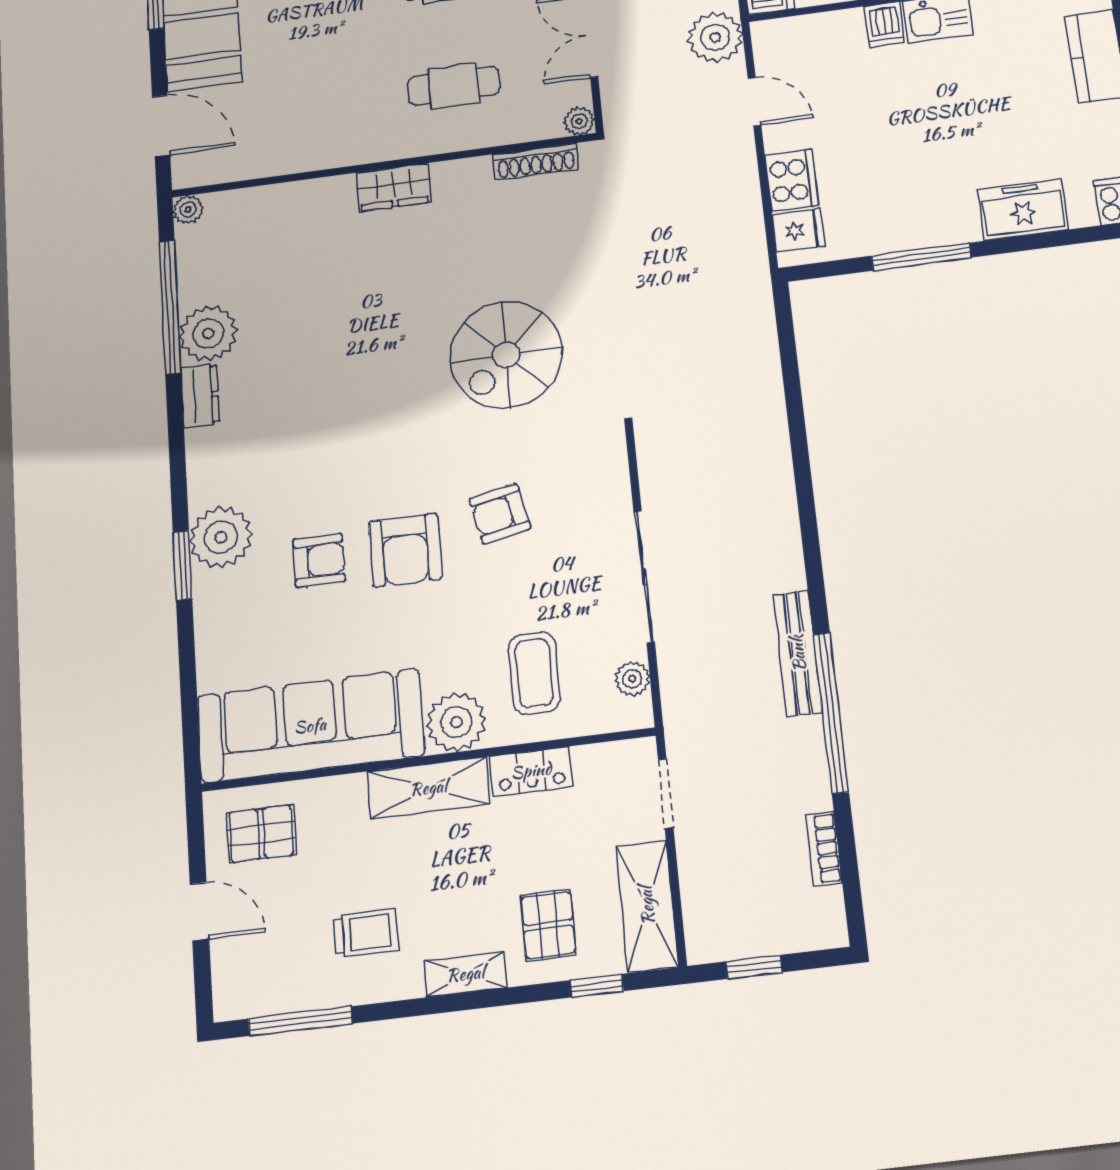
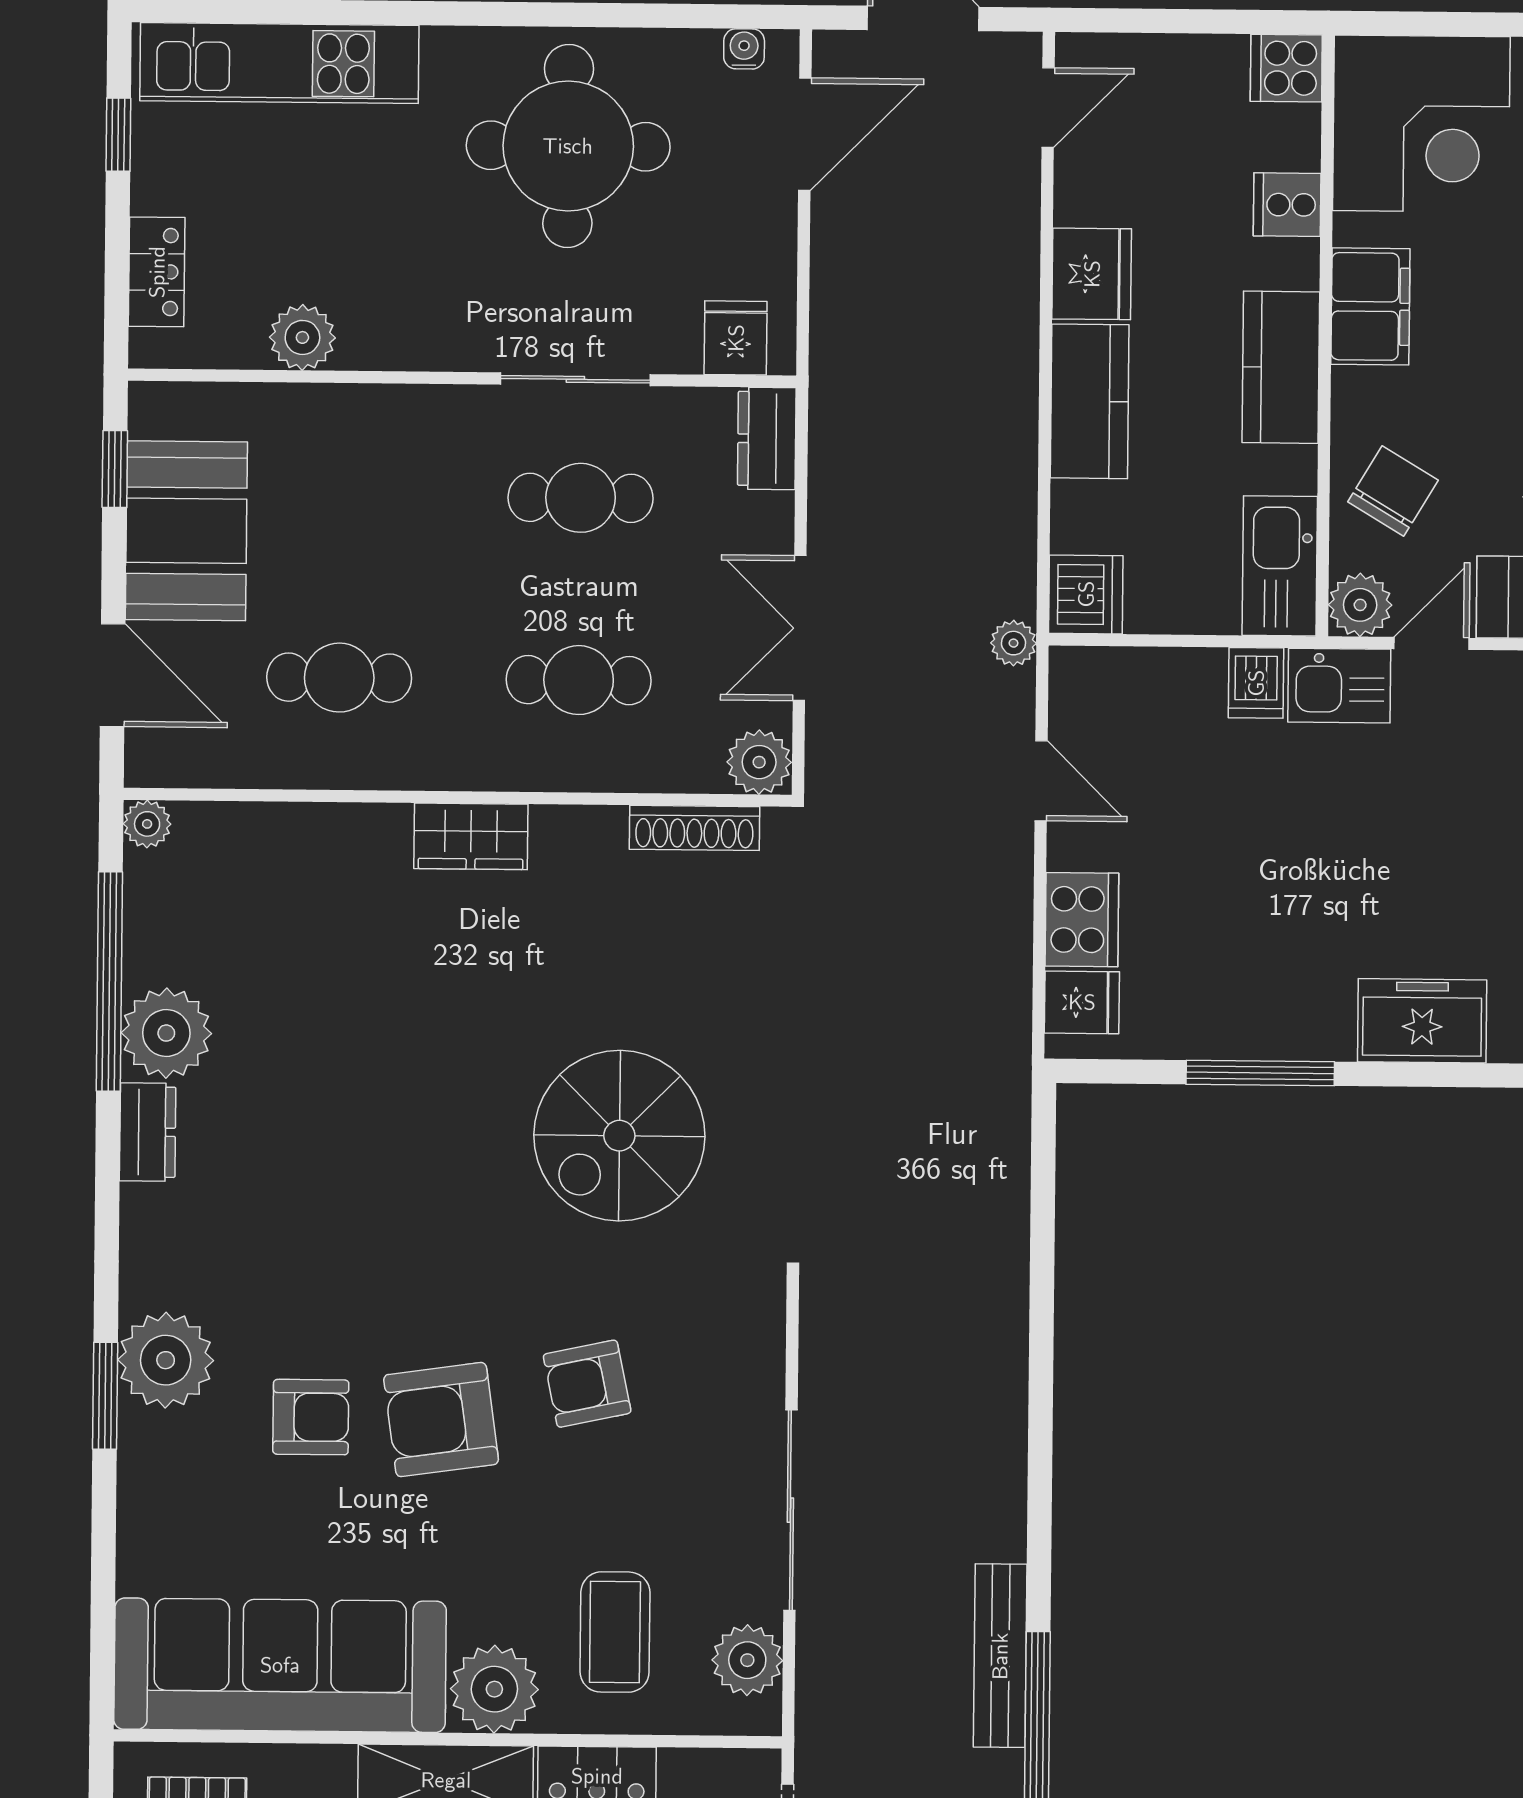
plant: (715, 37) -> (1014, 643), width x0.53, depth x0.53
cafe table: (303, 106) -> (339, 678), added
plant: (579, 121) -> (759, 762), width x1.38, depth x1.38
armchair: (405, 550) -> (441, 1420), turned 82
plant: (632, 679) -> (747, 1660), width x1.38, depth x1.38

